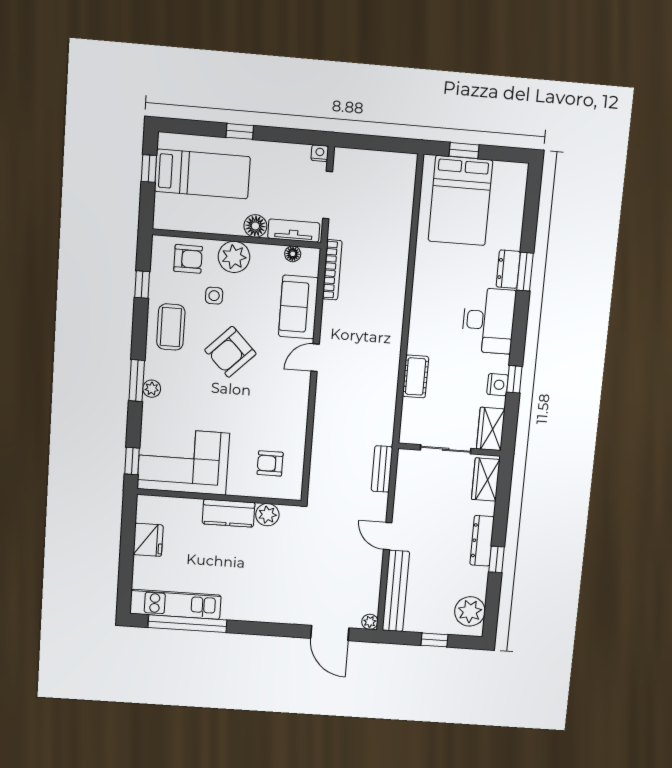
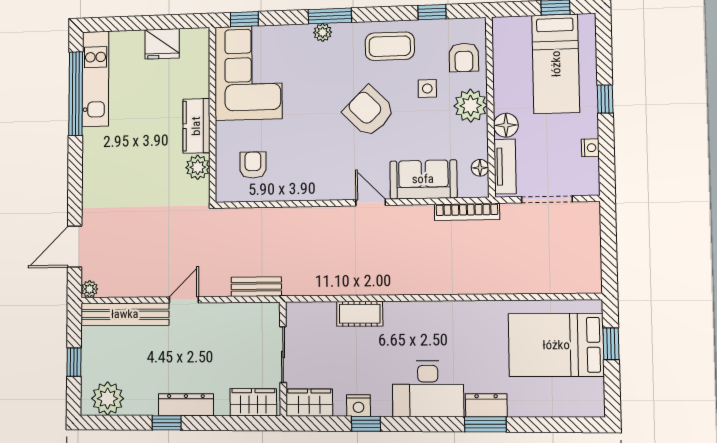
nightstand: (320, 153) -> (590, 148), moved

